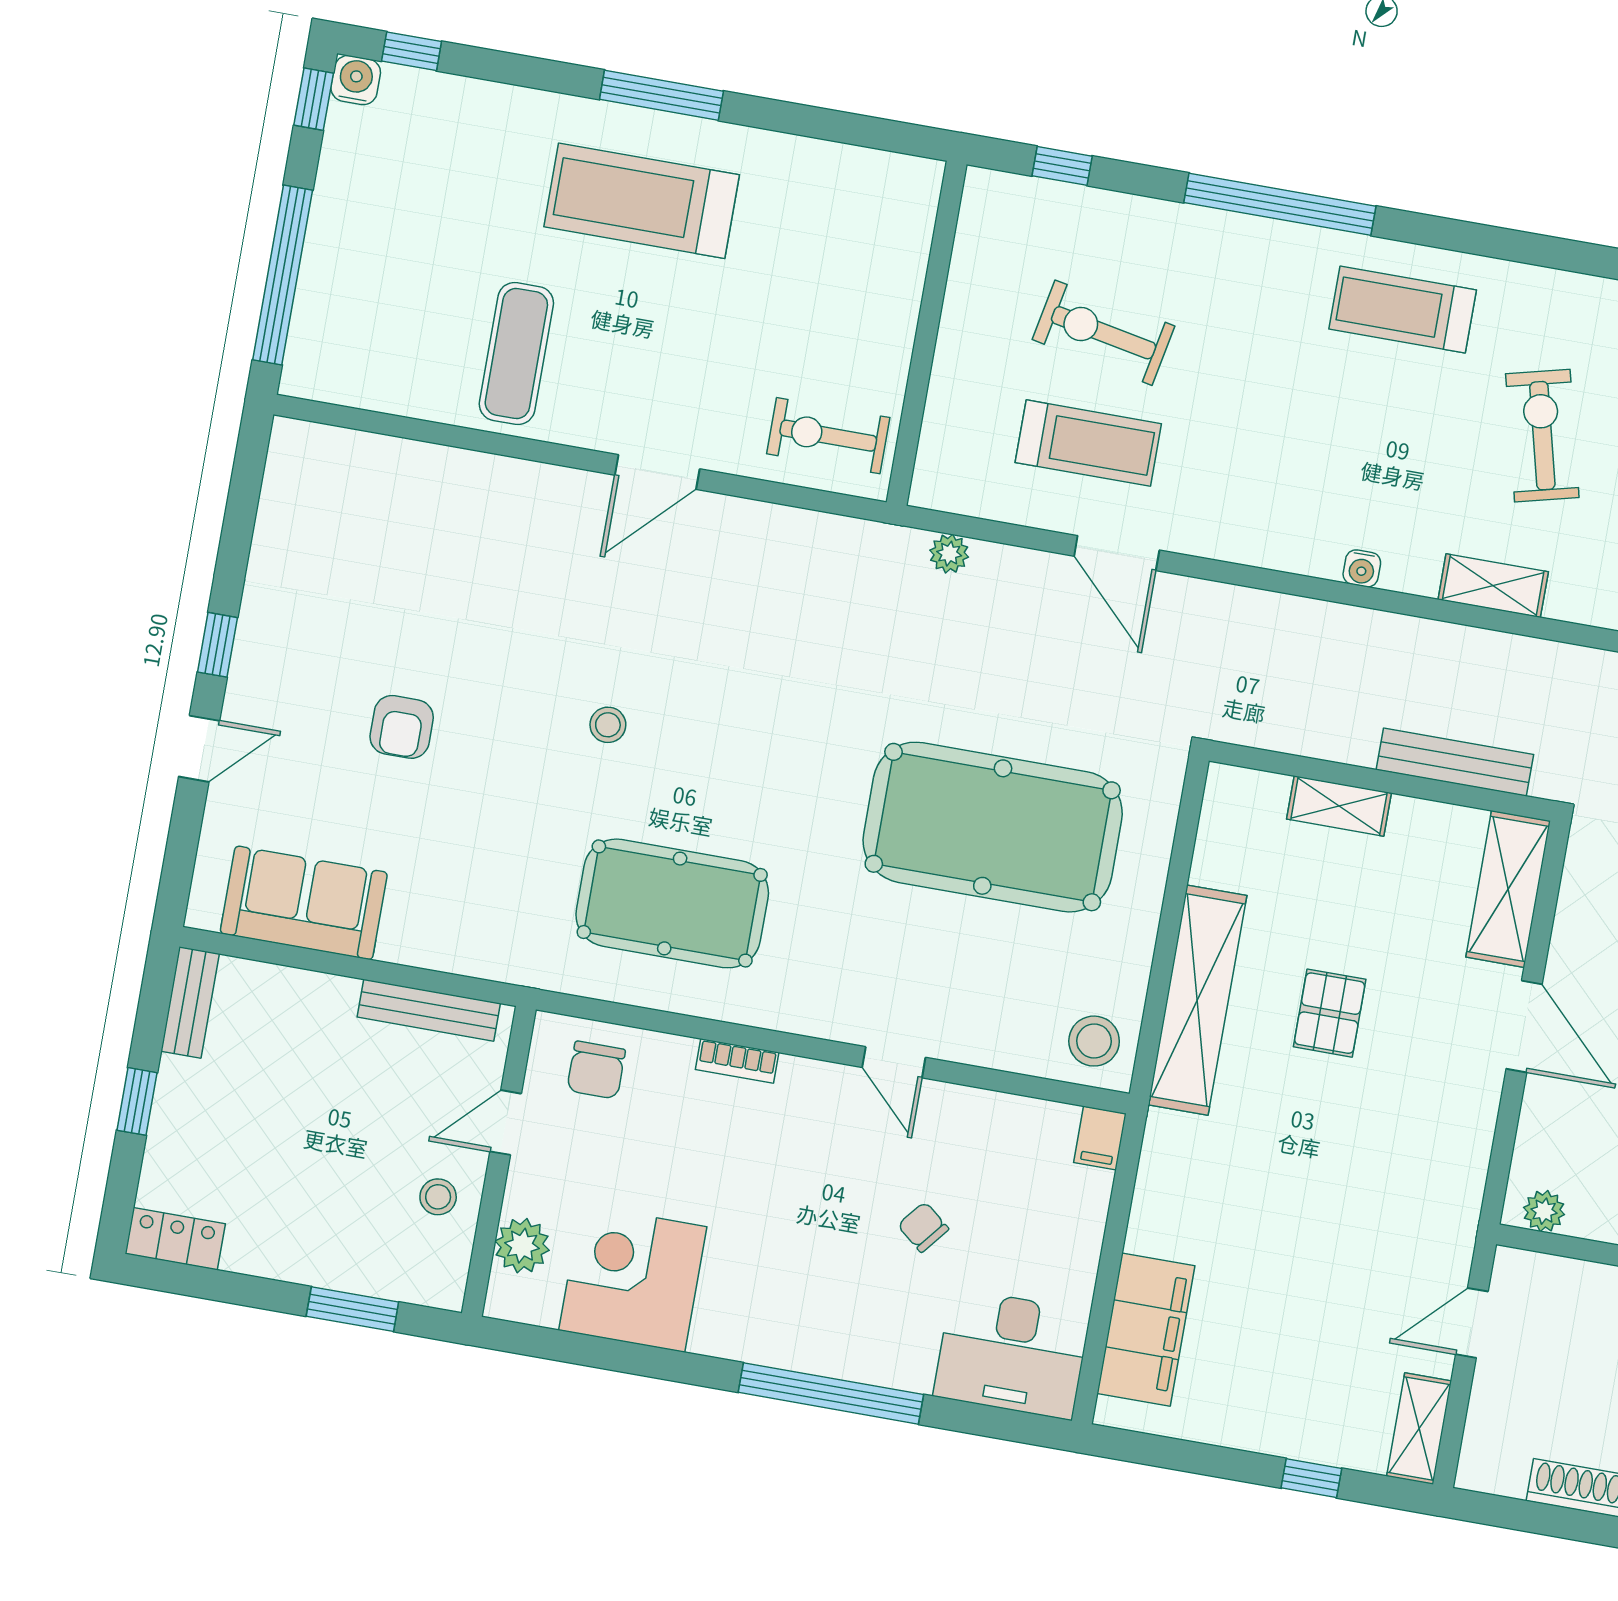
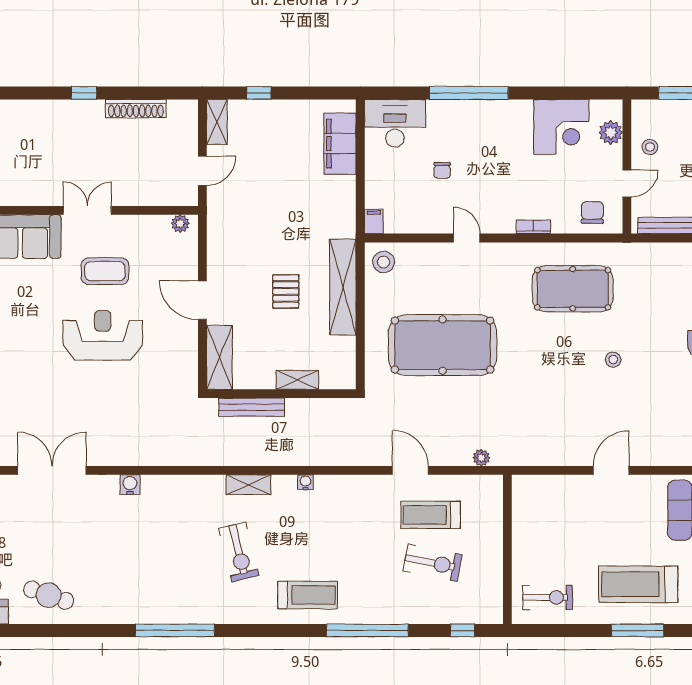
treadmill: (642, 201) -> (638, 584), turned 180
exercise bike: (828, 436) -> (548, 597), moved
chair: (923, 1227) -> (442, 170), turned 51

